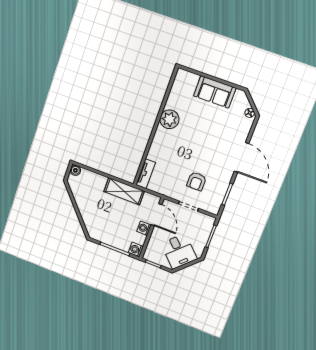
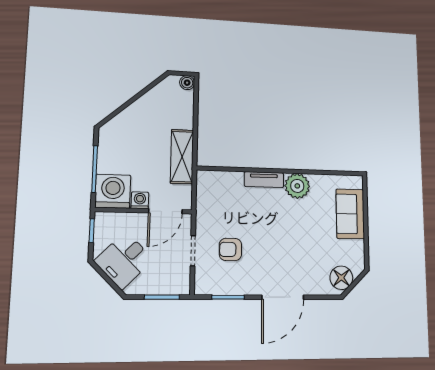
sofa: (215, 92) -> (350, 214), moved
floor lamp: (250, 113) -> (341, 278), width x1.89, depth x1.89
tv unit: (146, 174) -> (264, 180), moved
washing machine: (136, 250) -> (113, 191), width x1.89, depth x1.89

